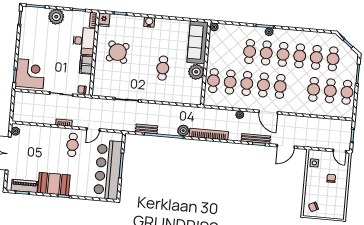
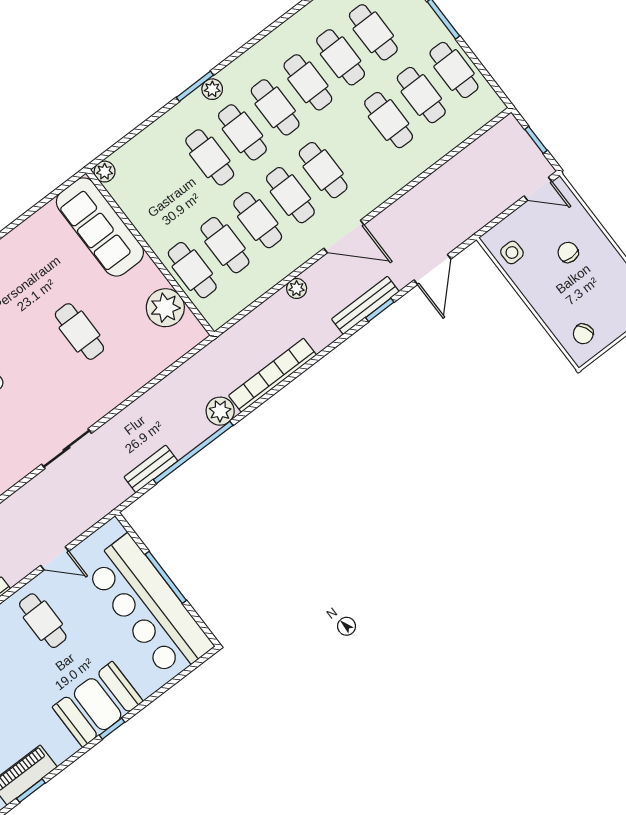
plant: (196, 72) -> (165, 308), moved
door: (93, 129) -> (55, 558), hinge flipped
booth: (54, 184) -> (98, 704), moved

